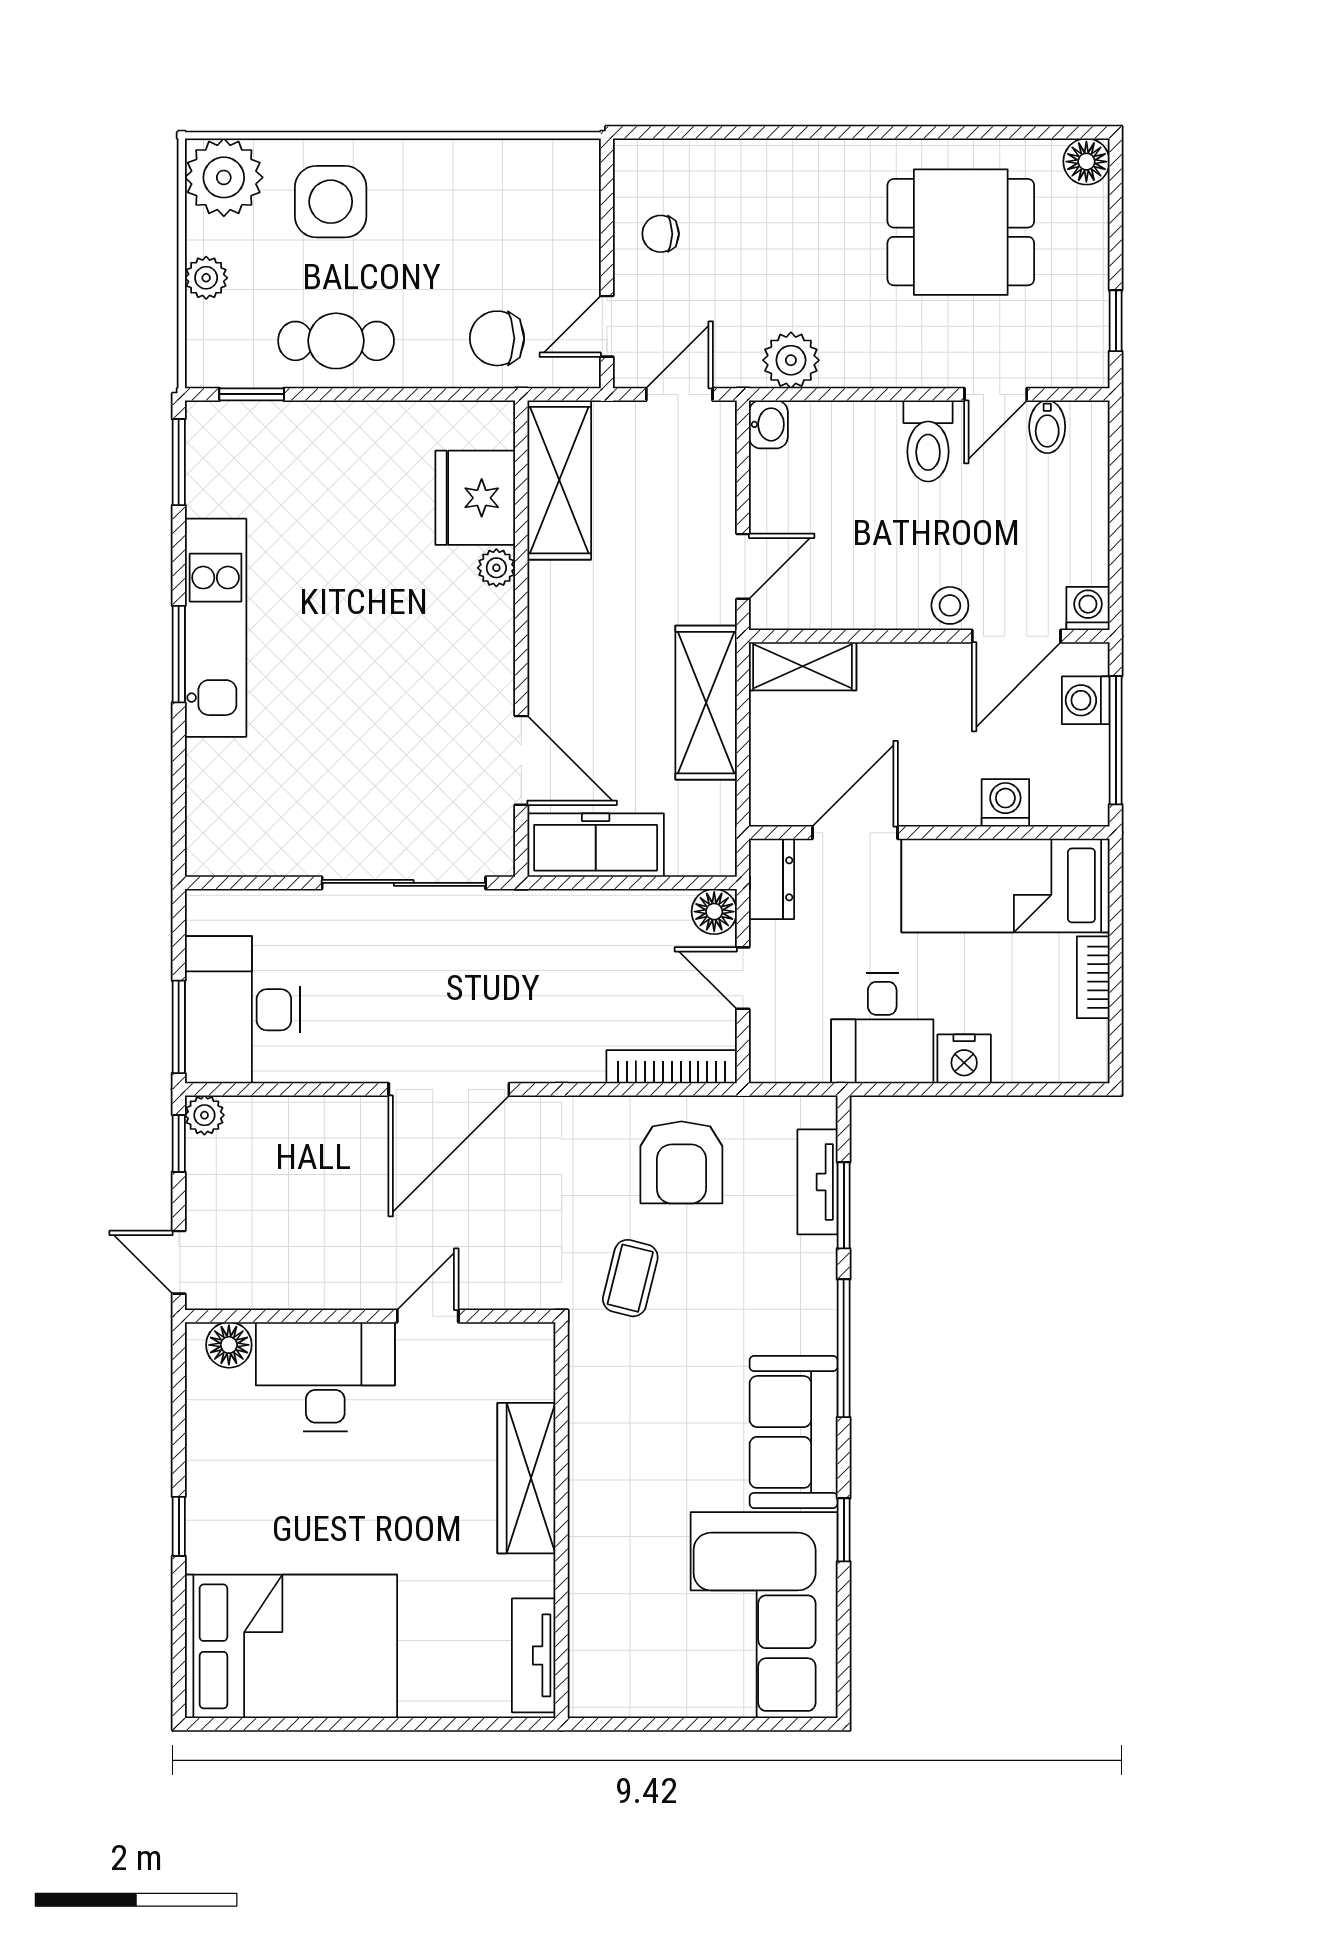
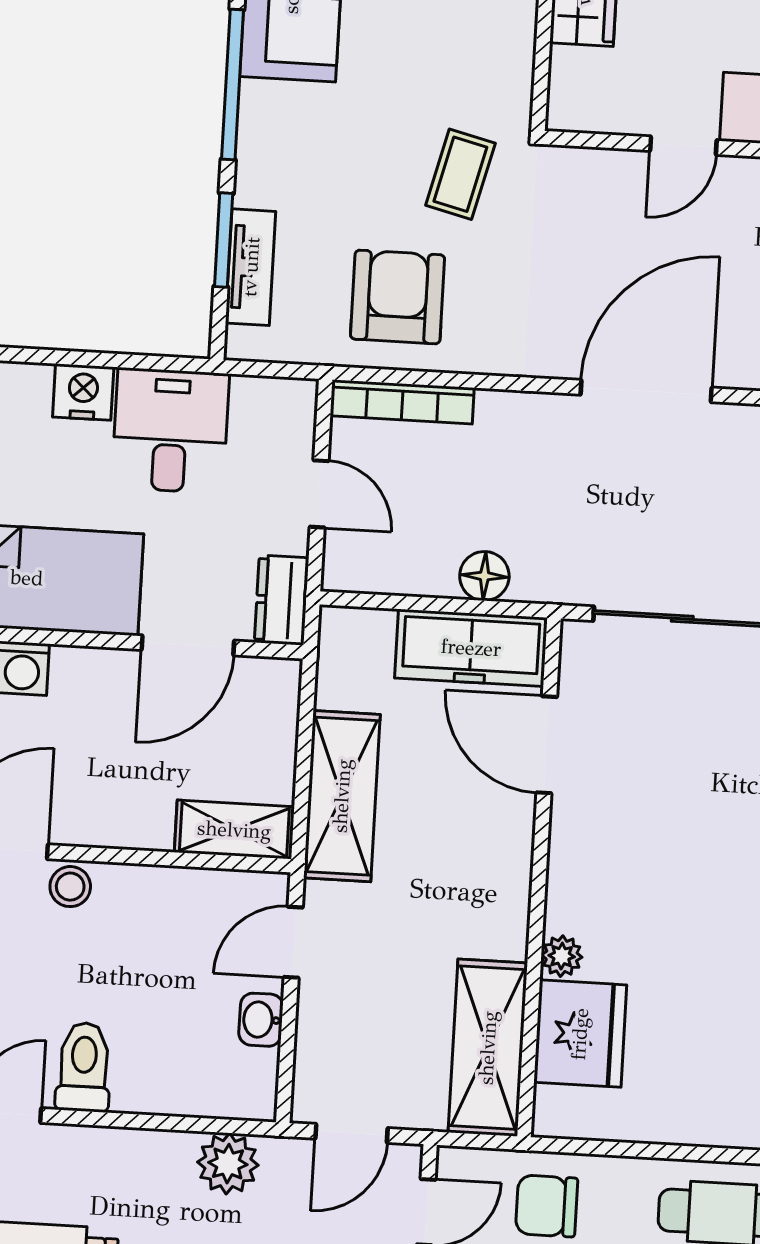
chair: (497, 338) -> (547, 1206), turned 180
washbasin: (768, 424) -> (261, 1020), moved
floor lamp: (714, 912) -> (484, 576), moved

